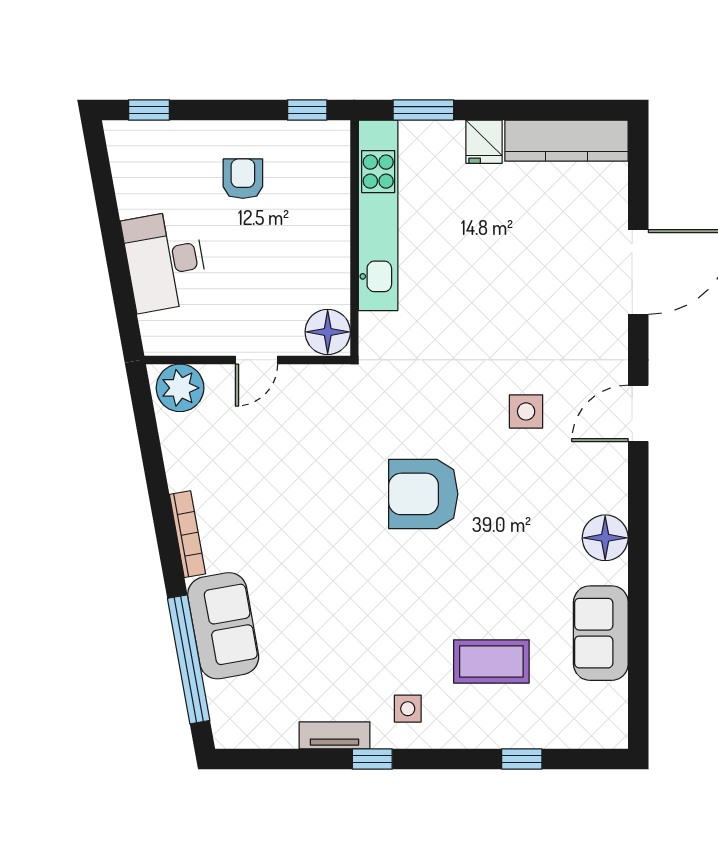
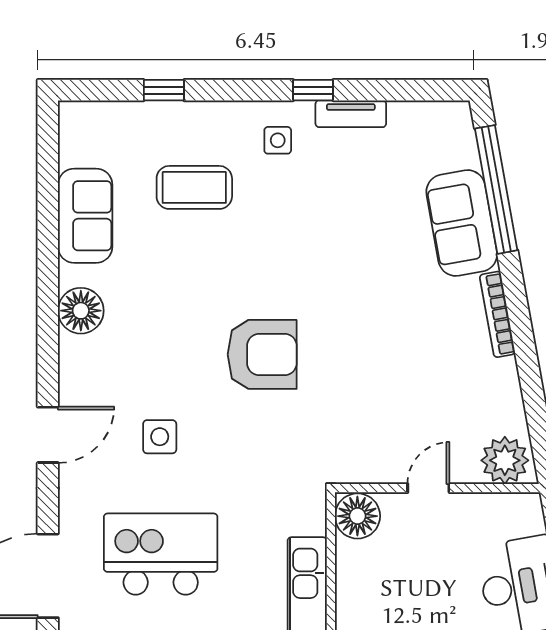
kitchen island: (525, 294) -> (161, 554), added

